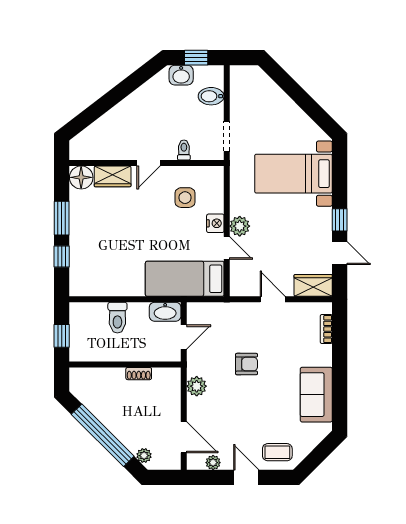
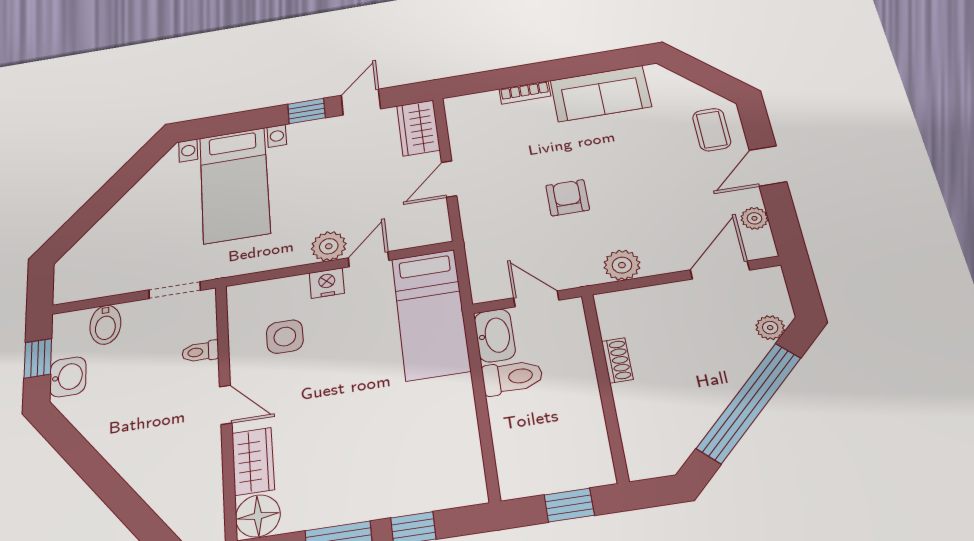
toilet: (117, 318) -> (512, 377), moved
bookcase: (326, 329) -> (525, 93), moved

